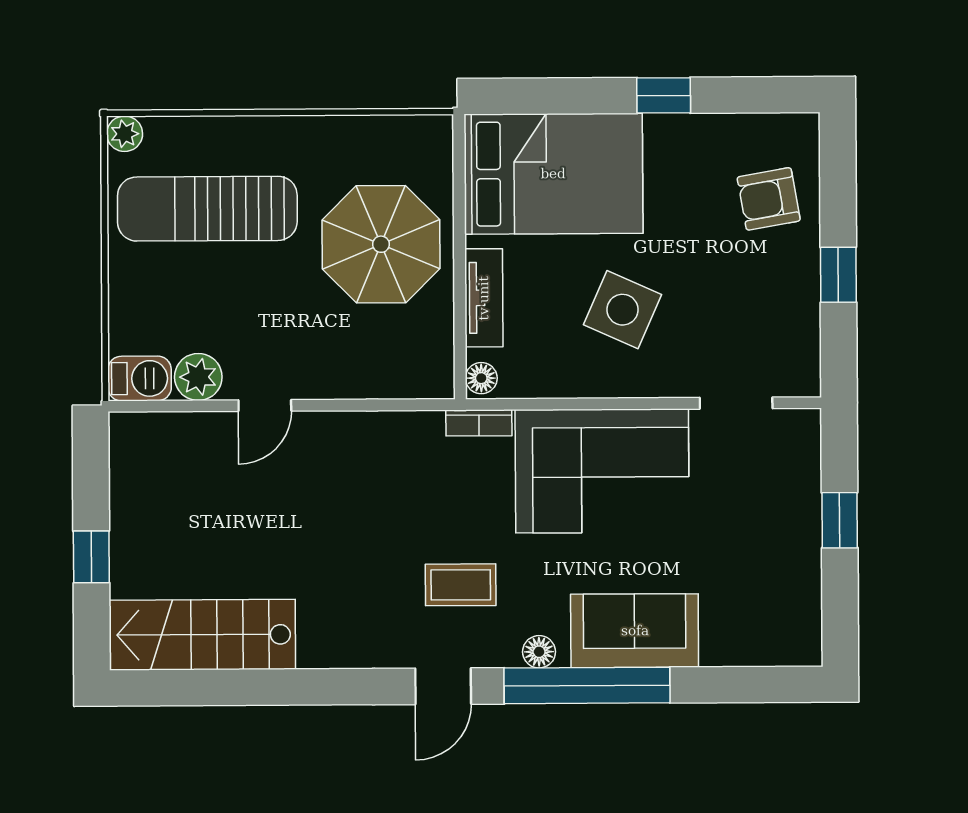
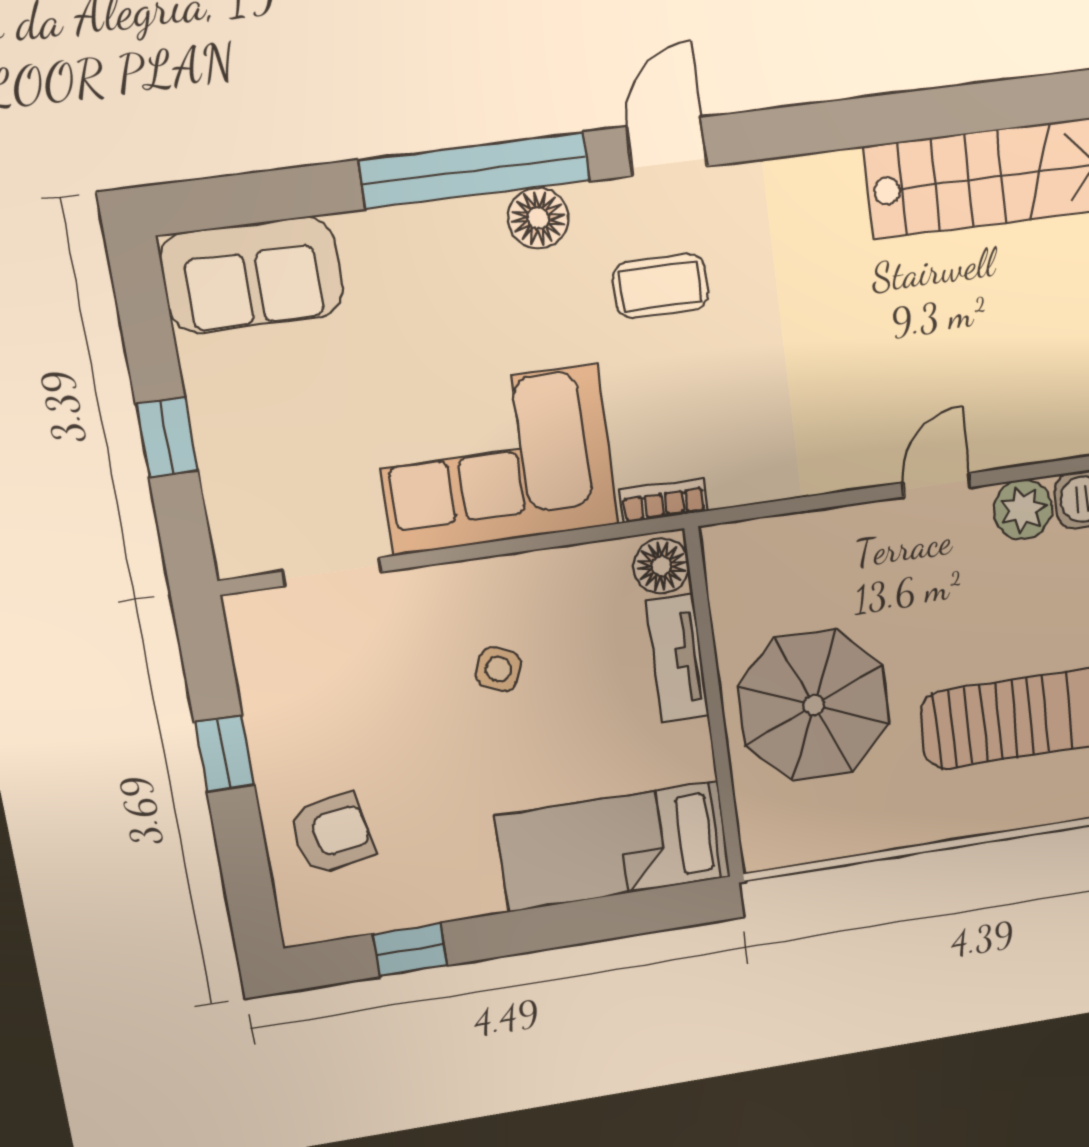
window: (664, 95) -> (410, 950), moved
bed: (553, 174) -> (613, 847), width x0.67
side table: (623, 310) -> (498, 669), width x0.54, depth x0.54
floor lamp: (481, 378) -> (661, 566), width x1.37, depth x1.37
sofa: (635, 631) -> (252, 275), moved
floor lamp: (539, 652) -> (538, 218), width x1.37, depth x1.37

